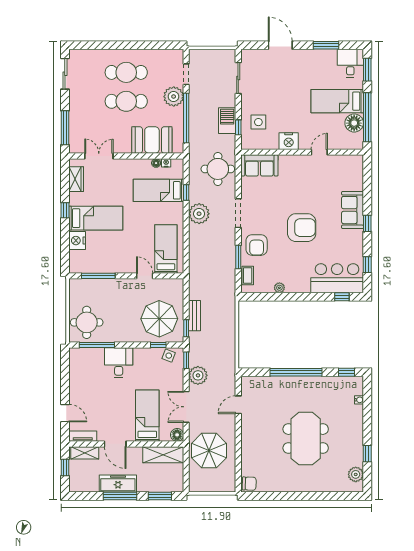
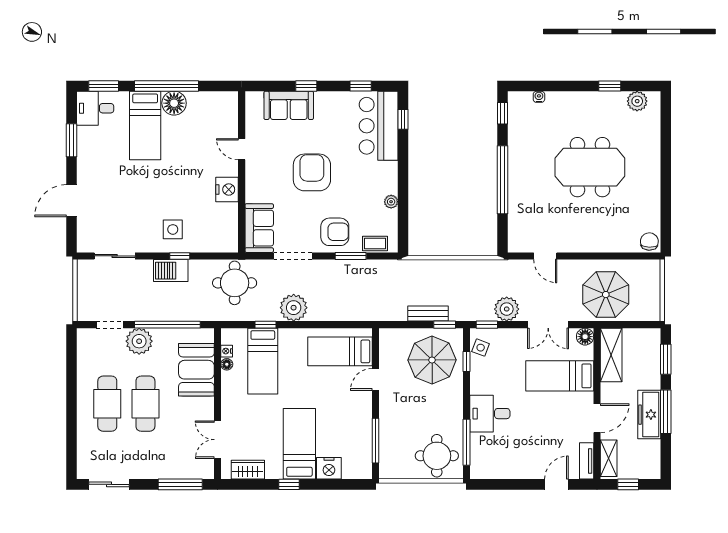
nightstand: (289, 141) -> (227, 190), moved
wall: (302, 152) -> (242, 172), moved
door: (319, 152) -> (242, 149), moved
sofa: (259, 165) -> (259, 228), moved

